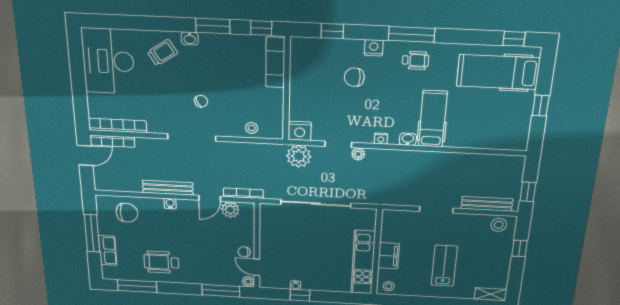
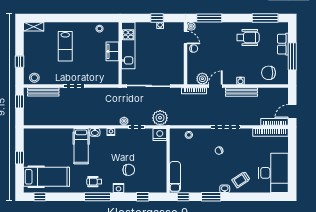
wall: (377, 252) -> (120, 53), moved
filing cabinet: (389, 256) -> (112, 51), moved
kitchen unit: (363, 262) -> (128, 45), moved

